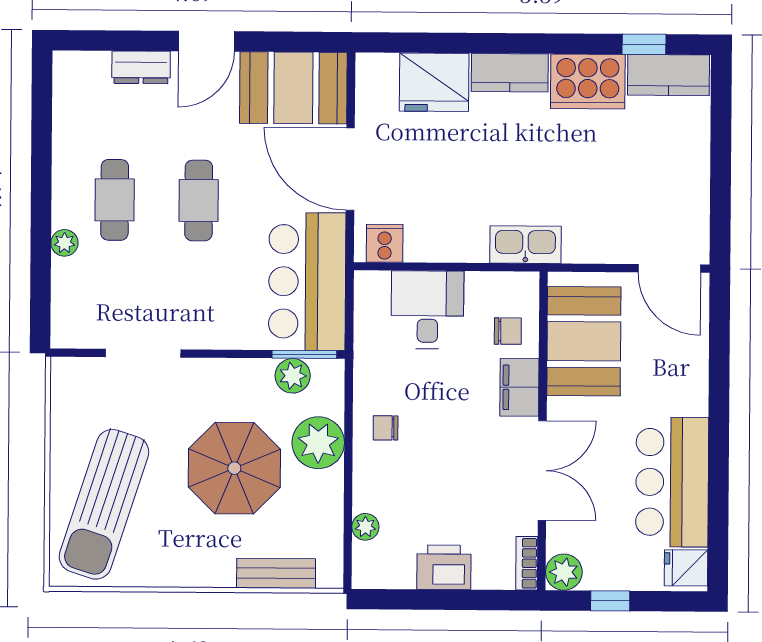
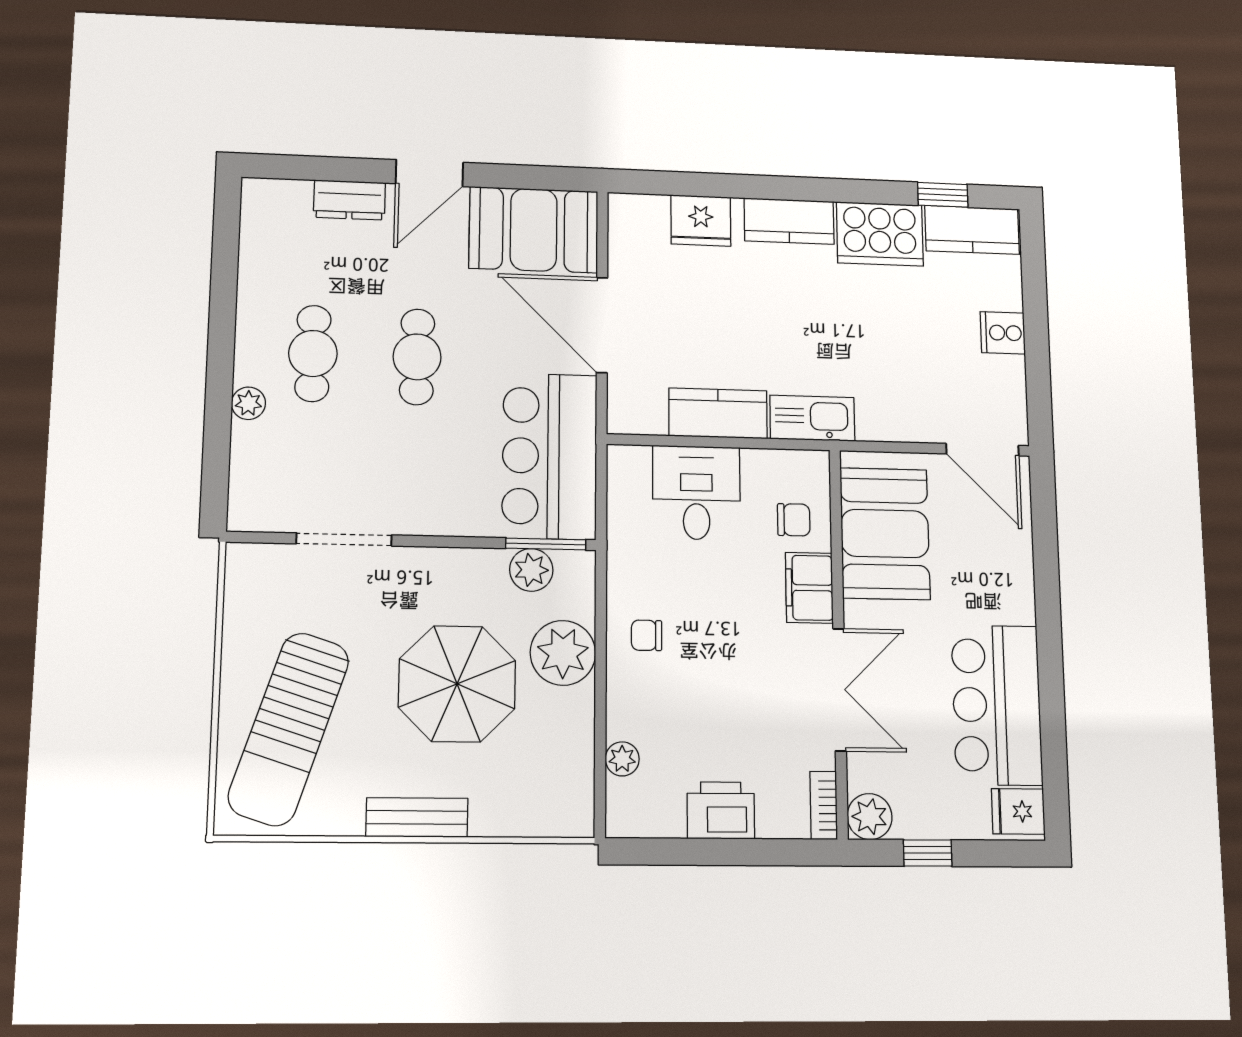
fridge: (434, 82) -> (701, 220), width x0.73, depth x0.75
kitchen counter: (446, 242) -> (718, 413), added
cooker: (385, 243) -> (1003, 333), moved, turned -90
bench: (276, 573) -> (417, 817), moved

